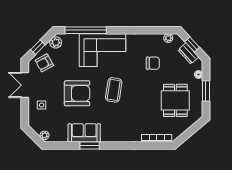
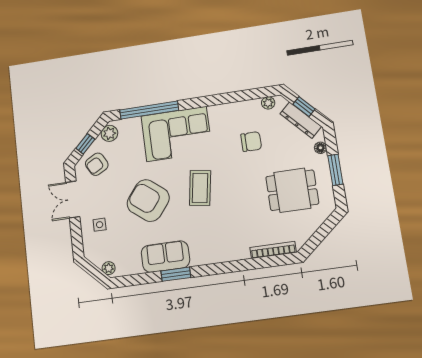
dresser: (188, 53) -> (301, 120), width x1.44
armchair: (77, 93) -> (148, 201), turned -142
dining table: (175, 100) -> (292, 190), turned 90

